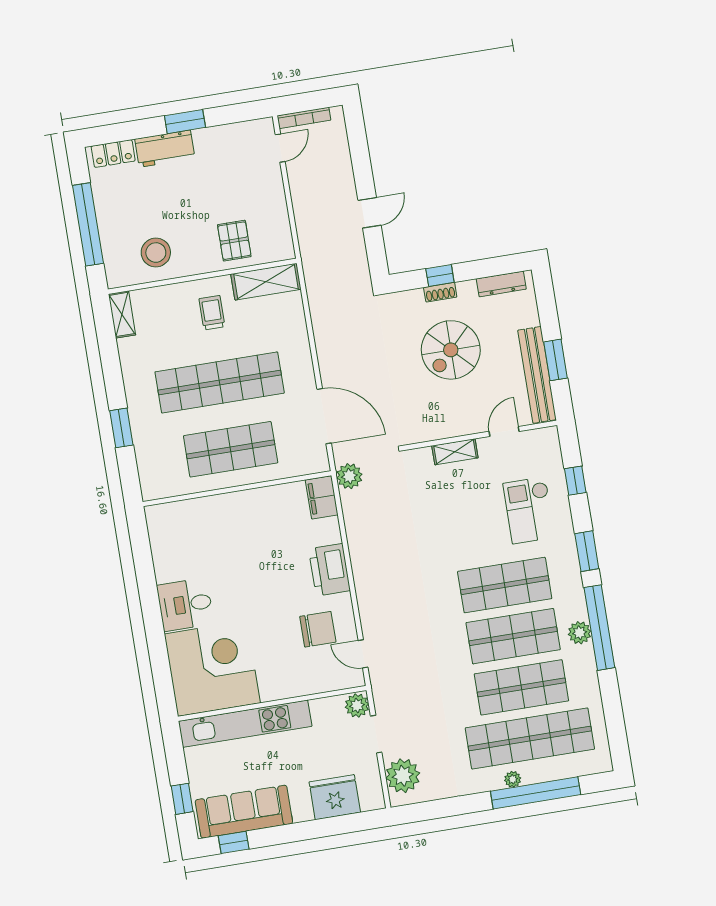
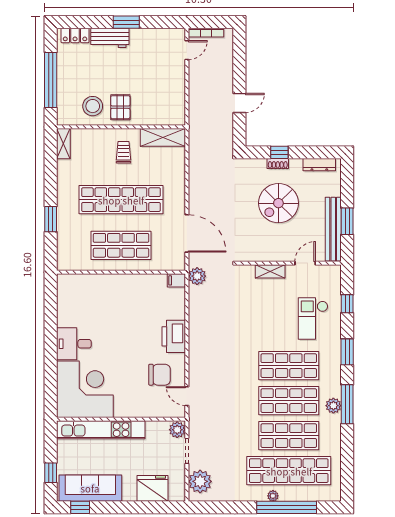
pallet: (234, 241) -> (120, 107), moved
filing cabinet: (322, 497) -> (176, 280), width x0.50
window: (599, 628) -> (347, 404), width x0.68

